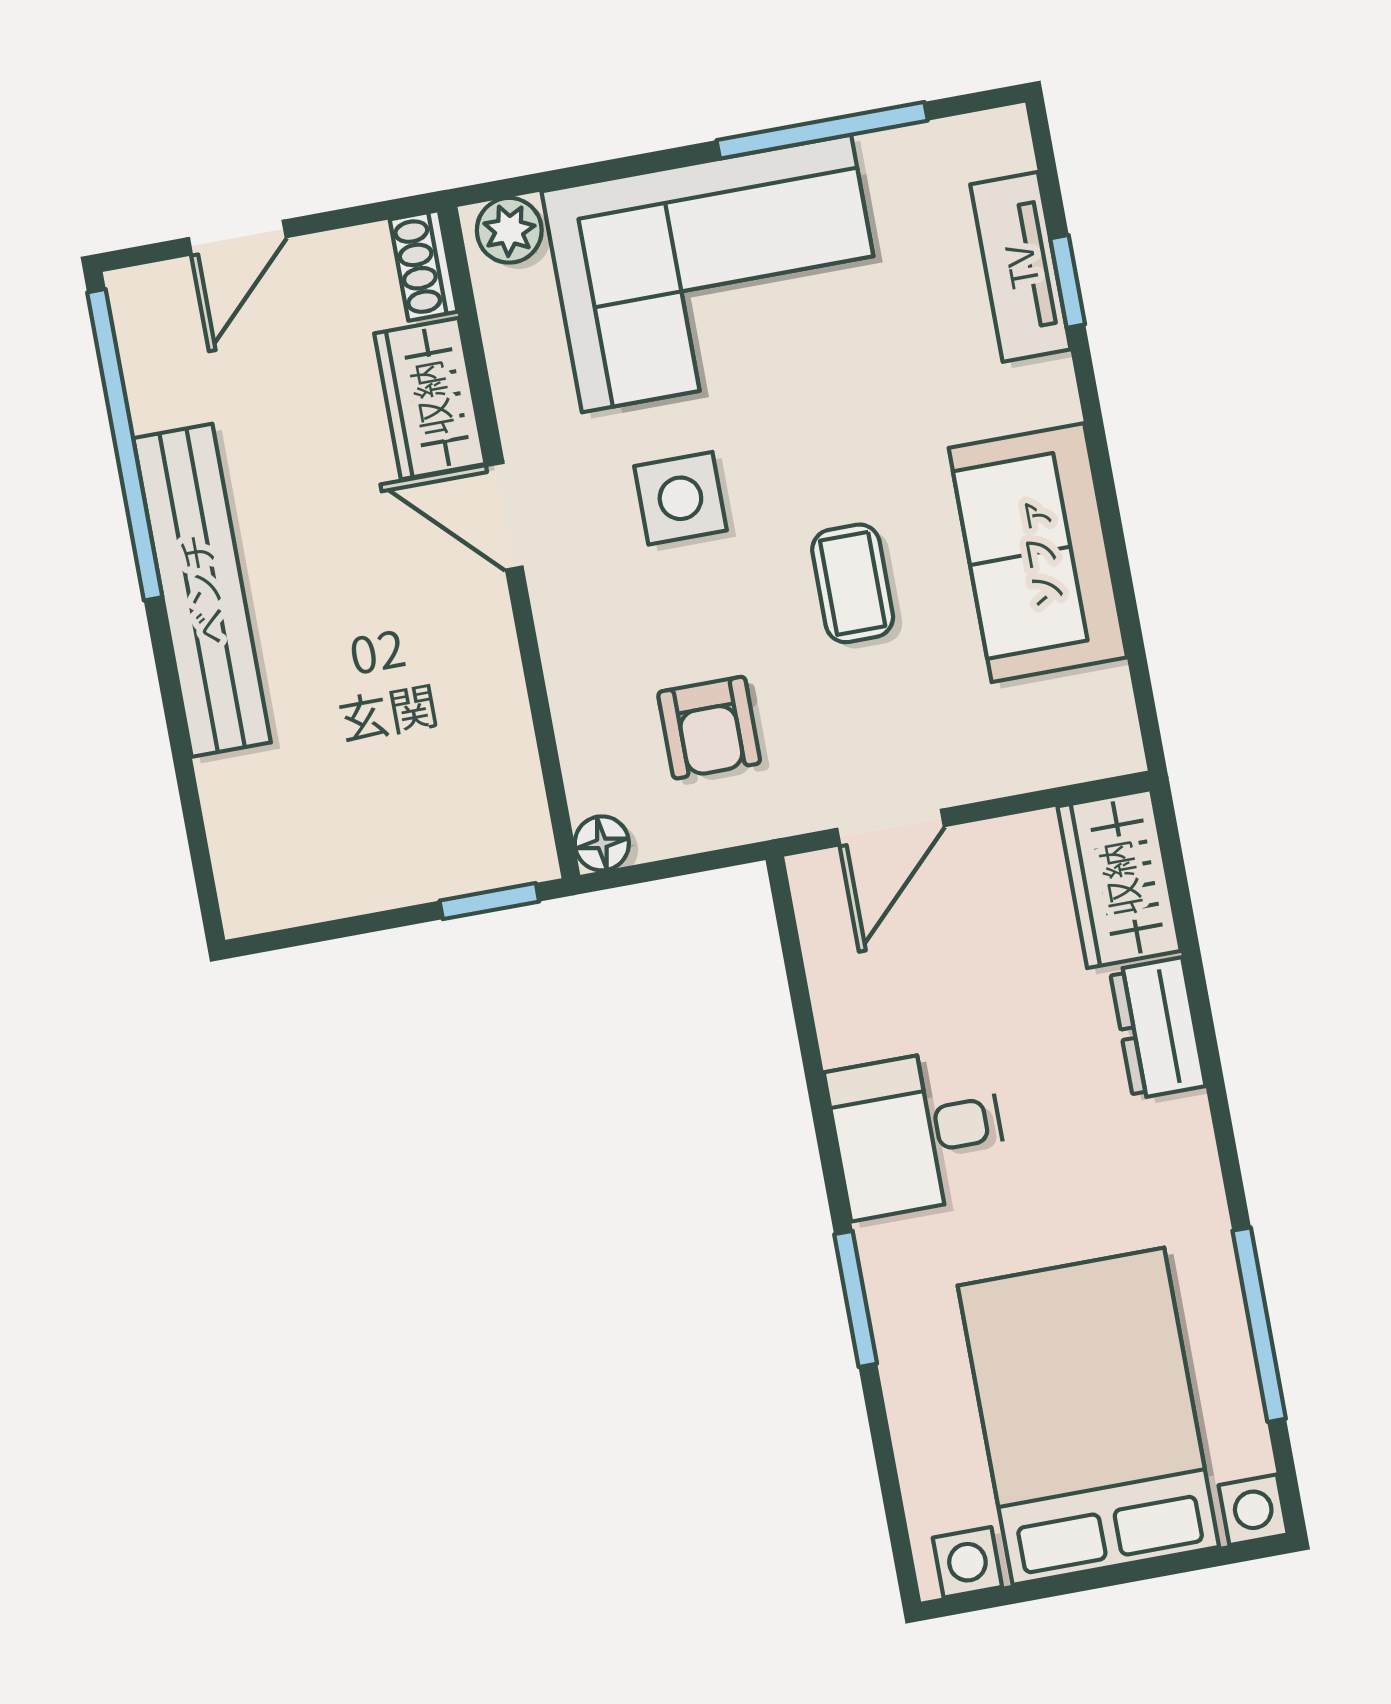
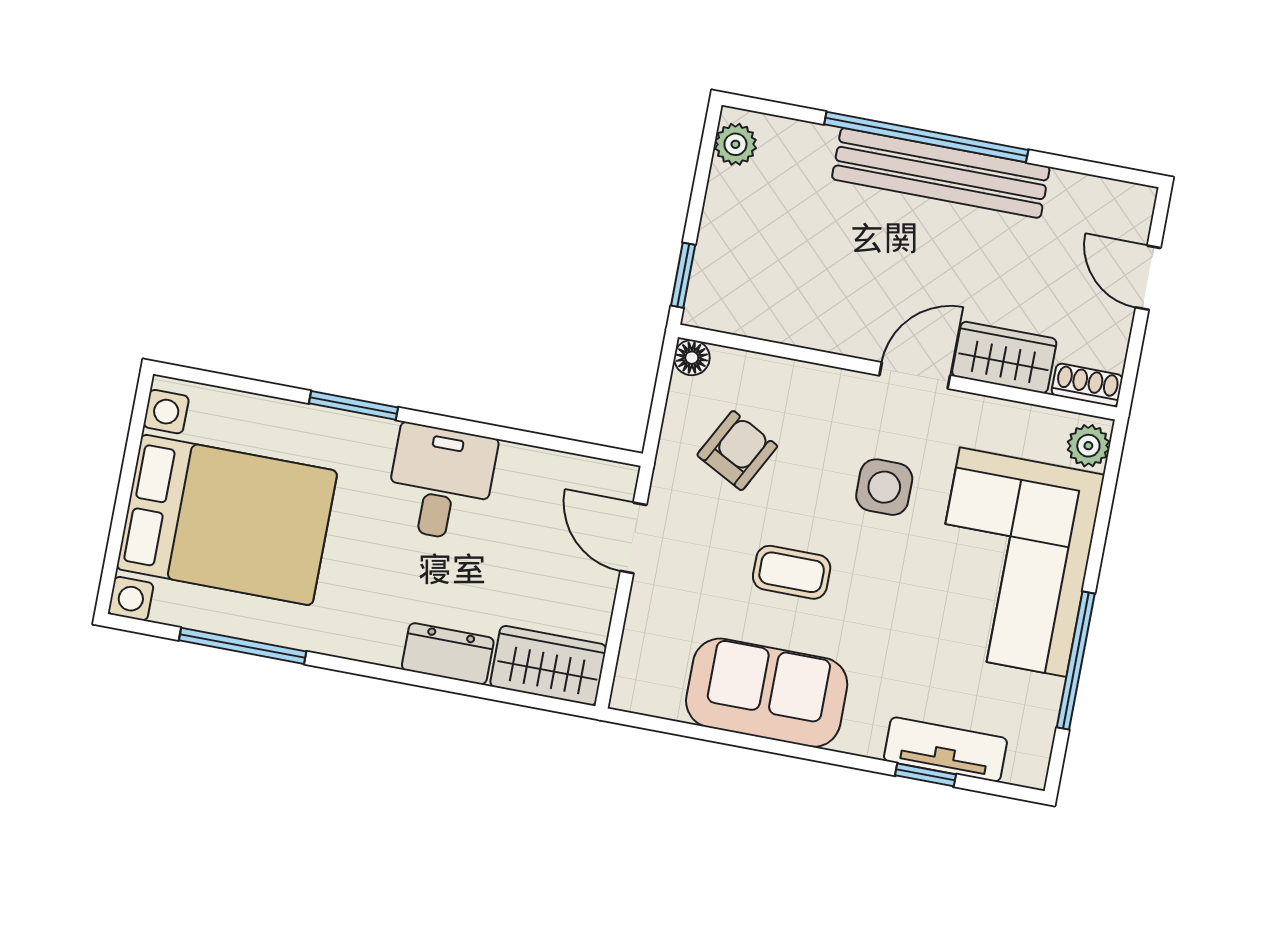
window: (125, 445) -> (926, 137), moved
armchair: (709, 728) -> (737, 451), turned 118
plant: (274, 898) -> (735, 144), added

